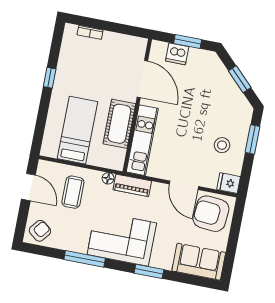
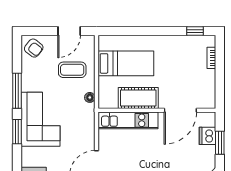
window: (50, 78) -> (195, 31), moved
piano: (132, 185) -> (88, 119), removed
window: (149, 271) -> (17, 132), moved

